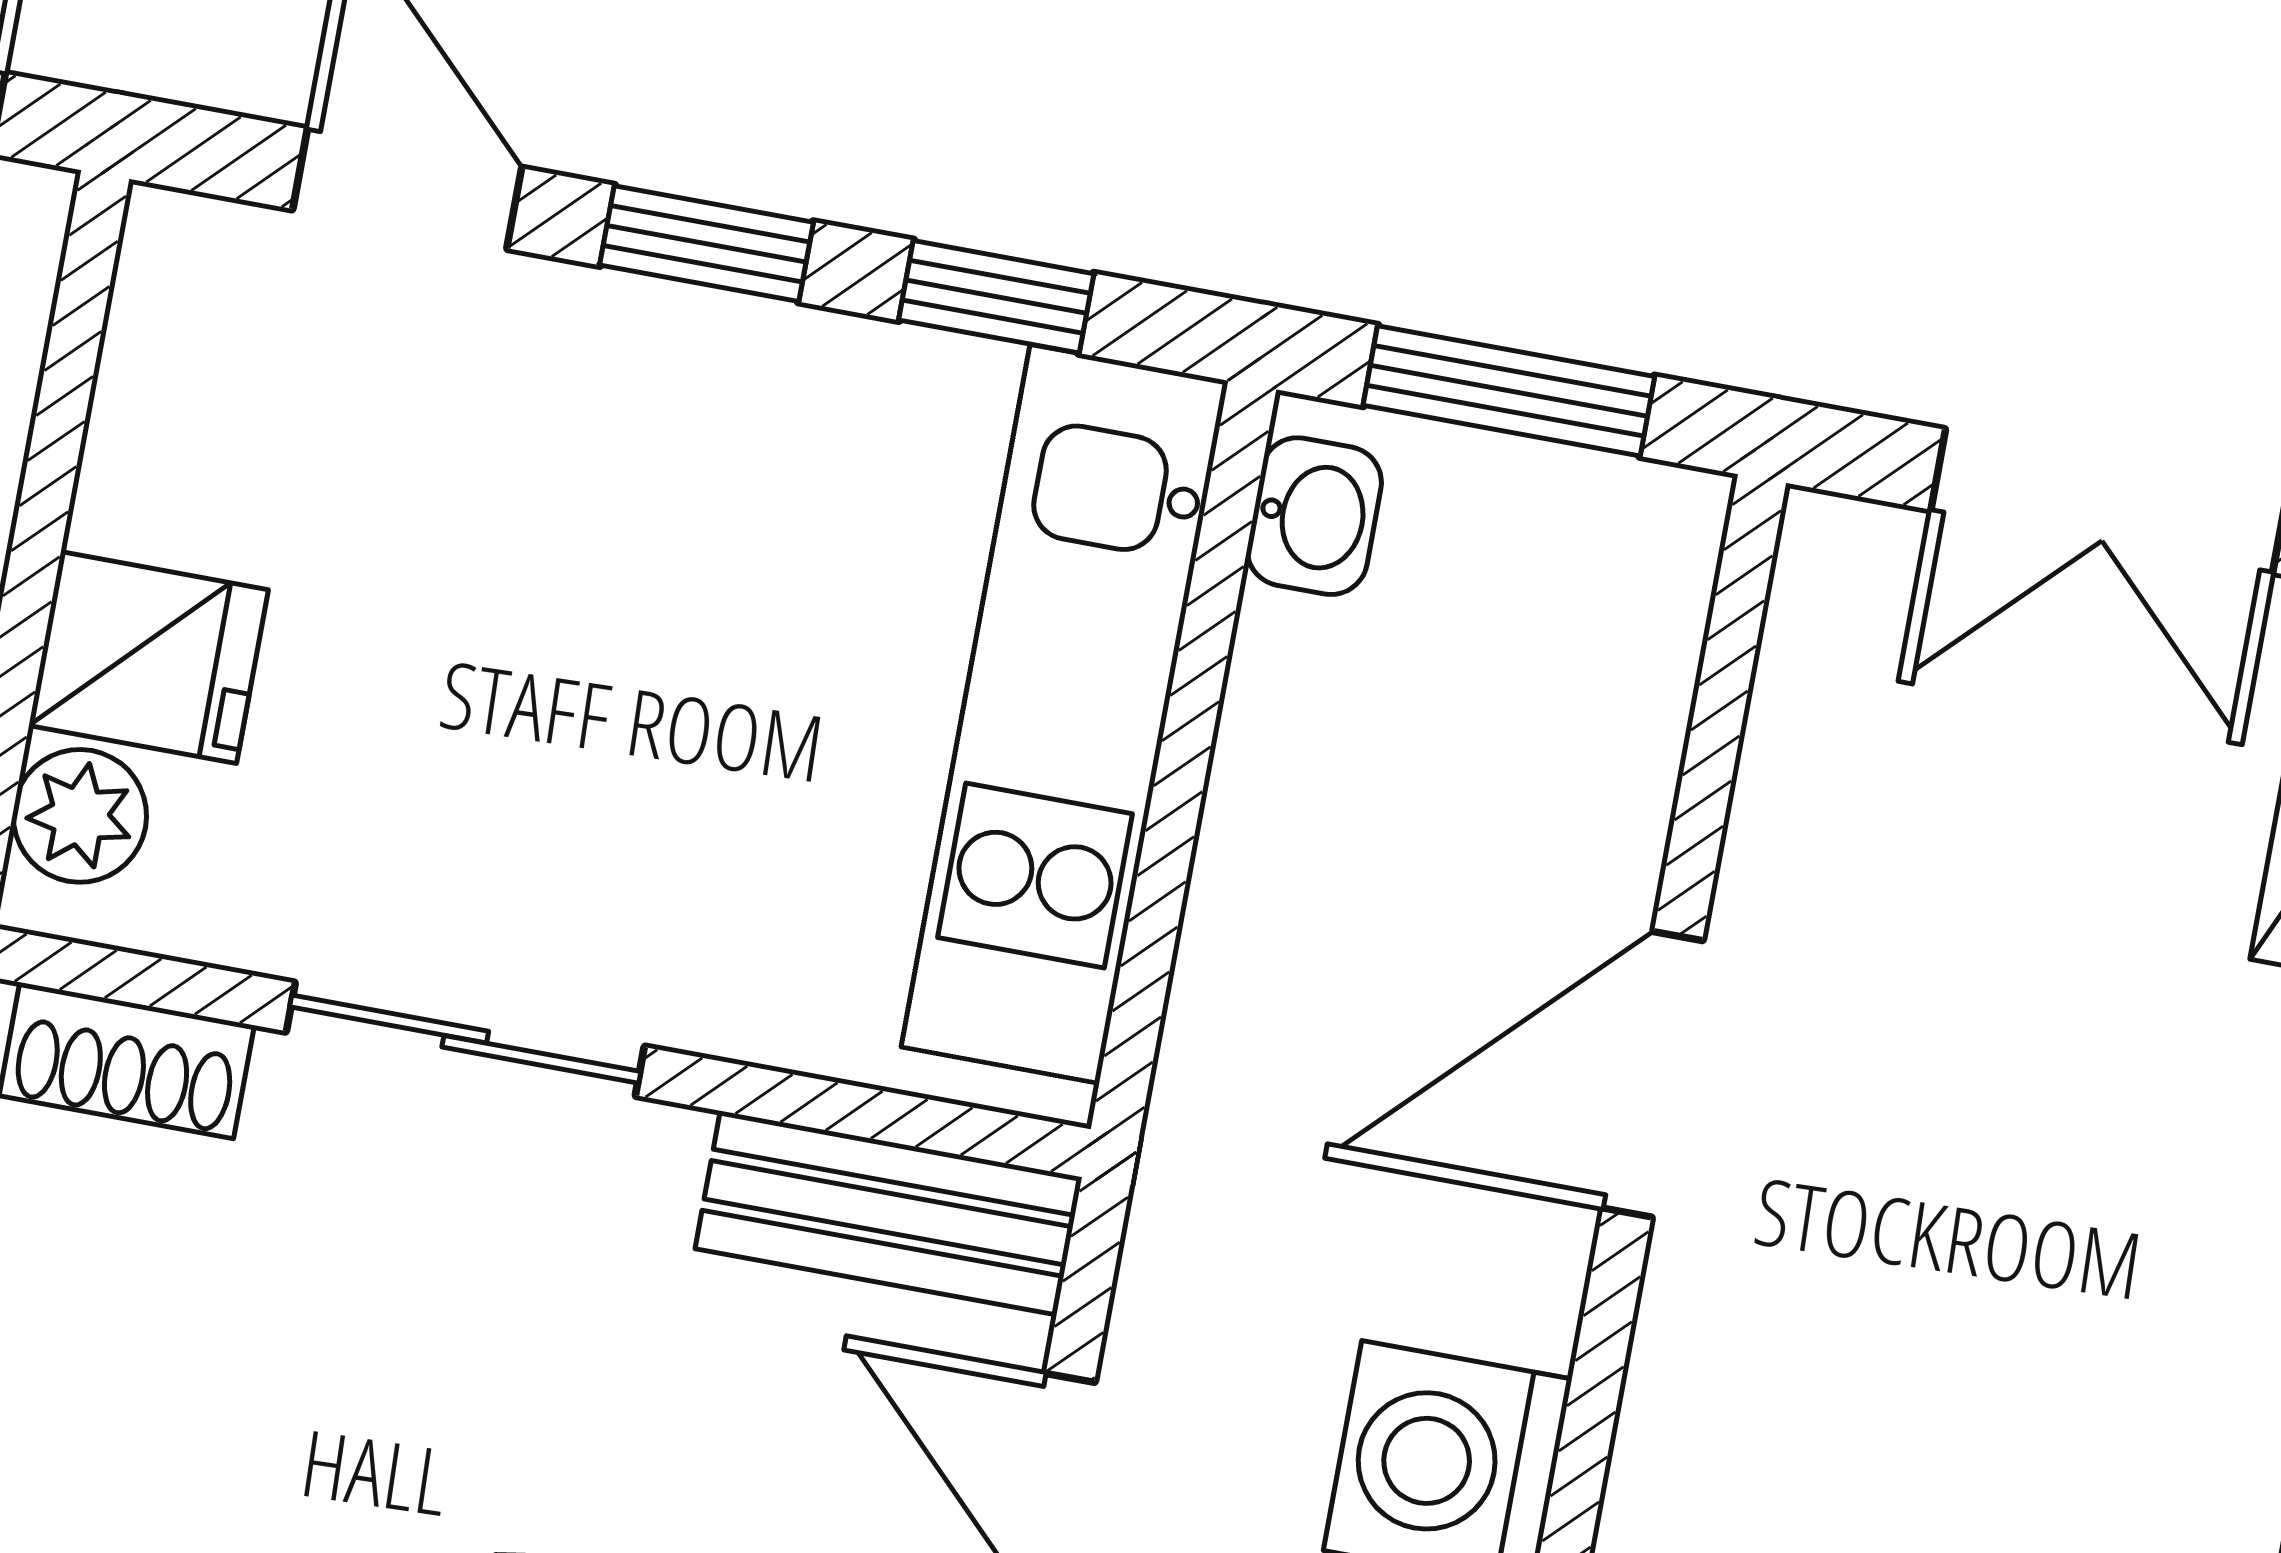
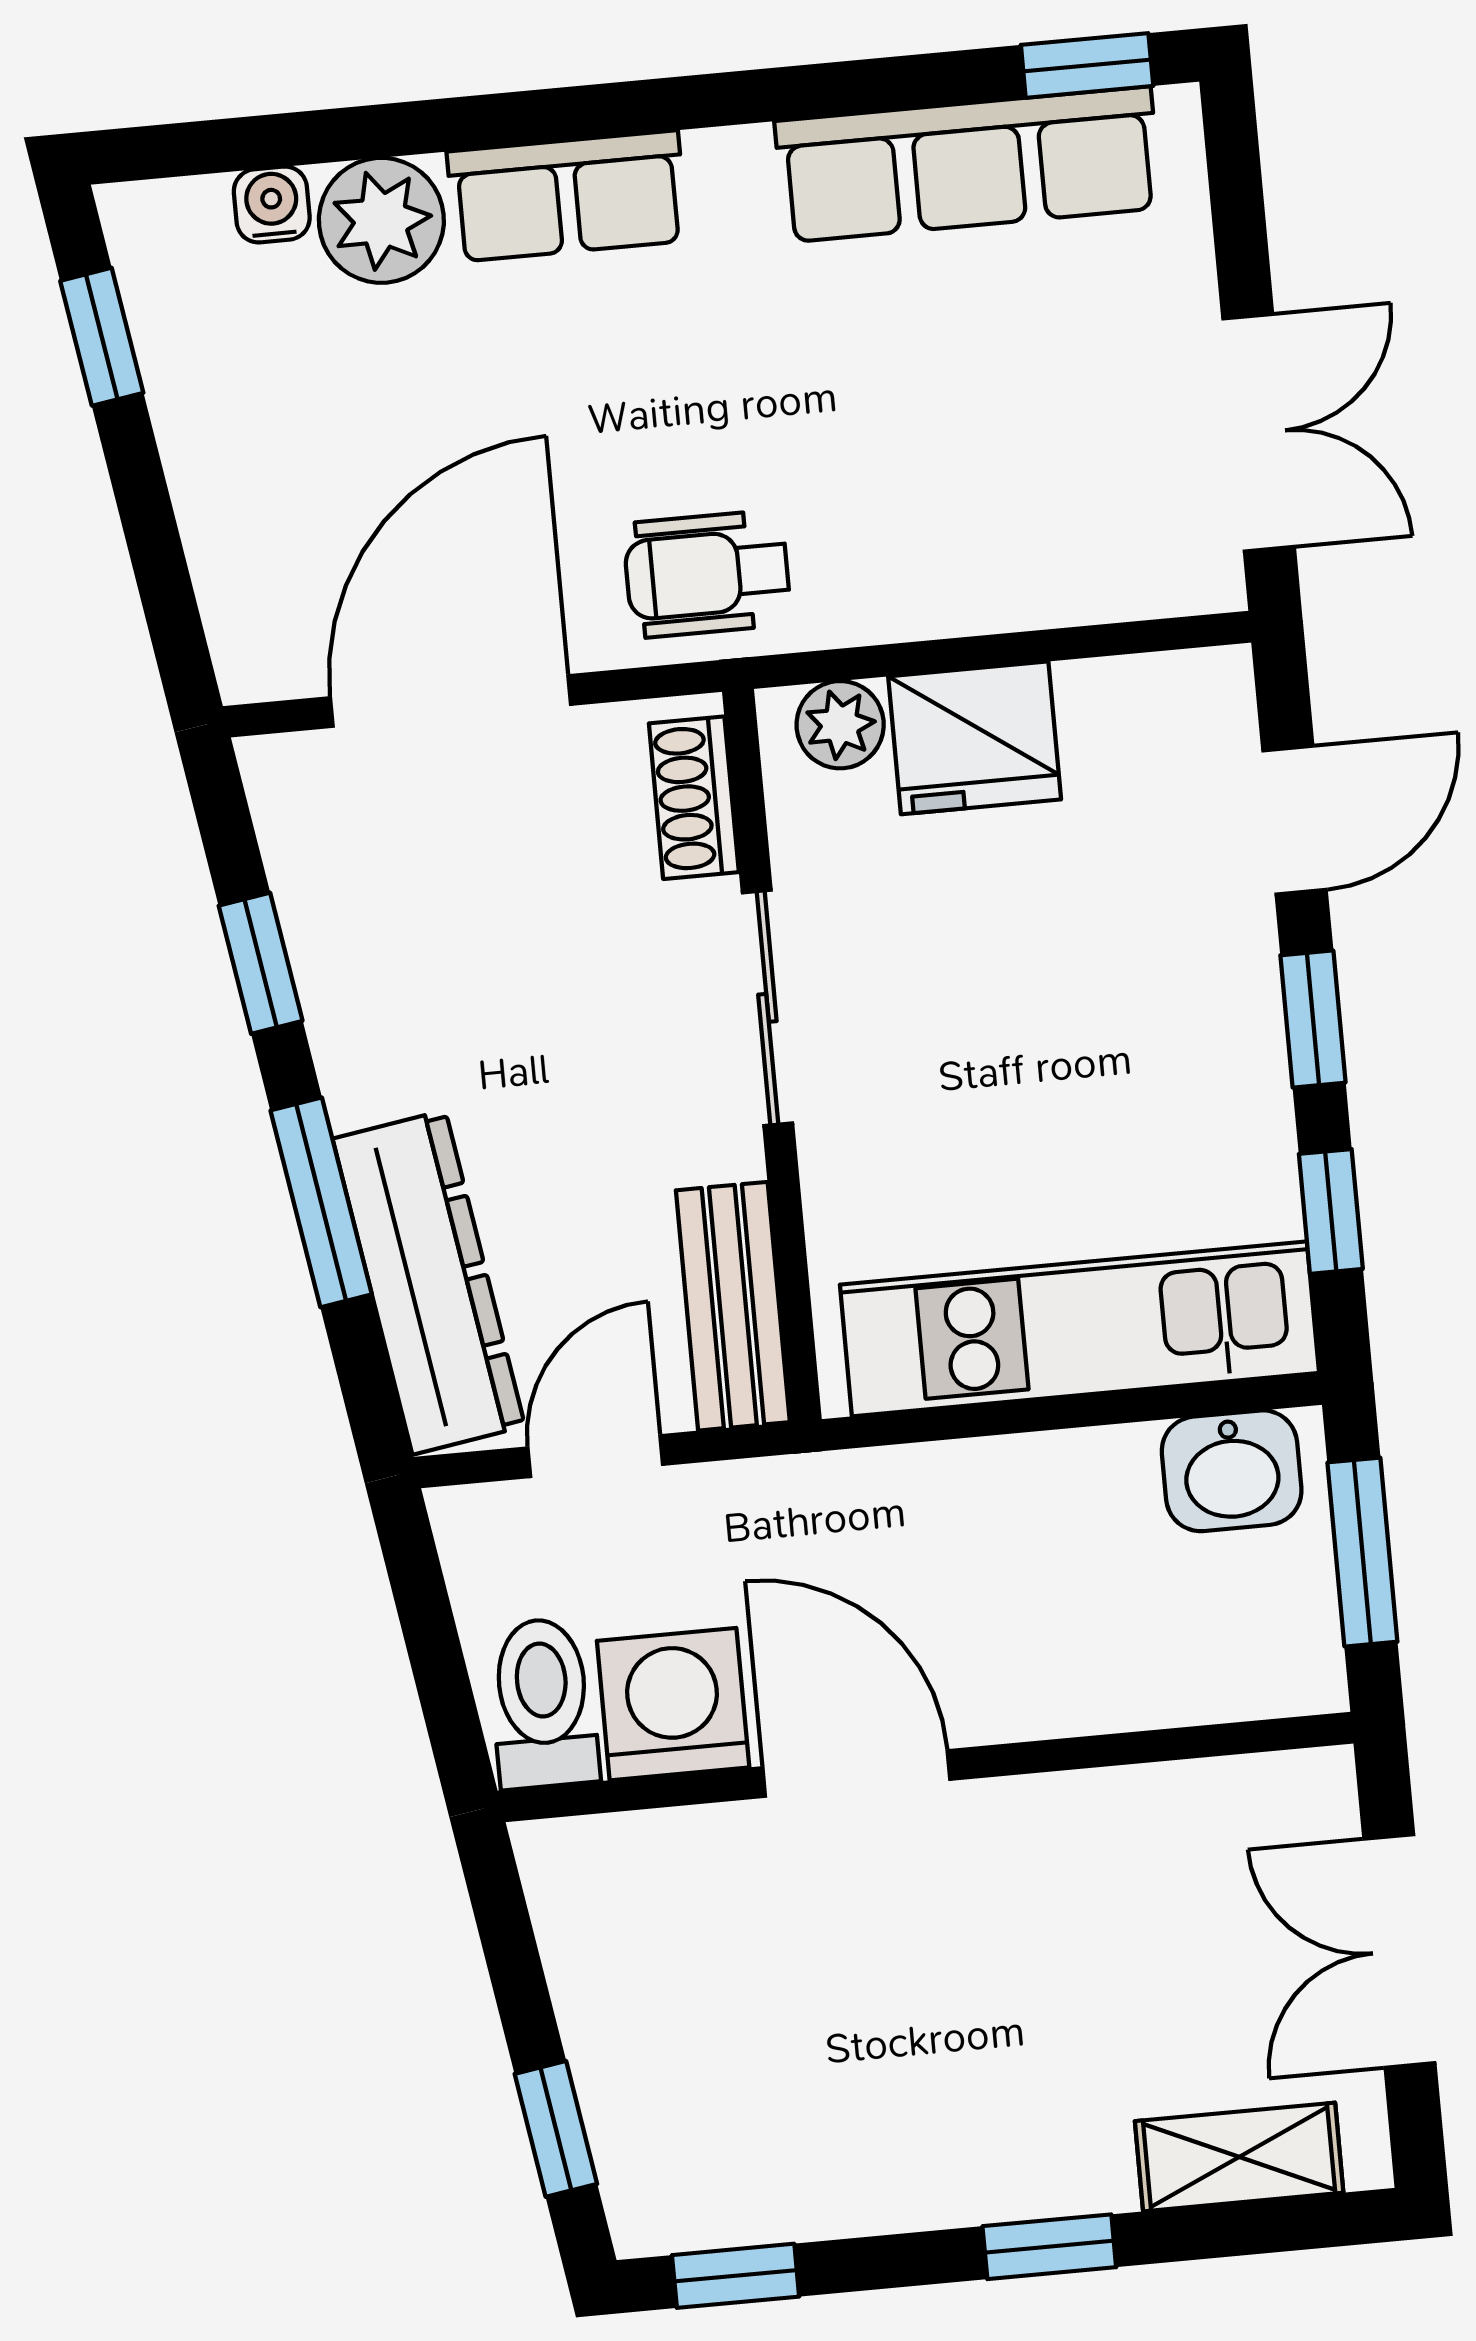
washbasin: (1314, 516) -> (1232, 1471), width x1.38, depth x1.45
fridge: (149, 658) -> (975, 738), width x1.38
door: (1653, 1074) -> (856, 1774), moved

